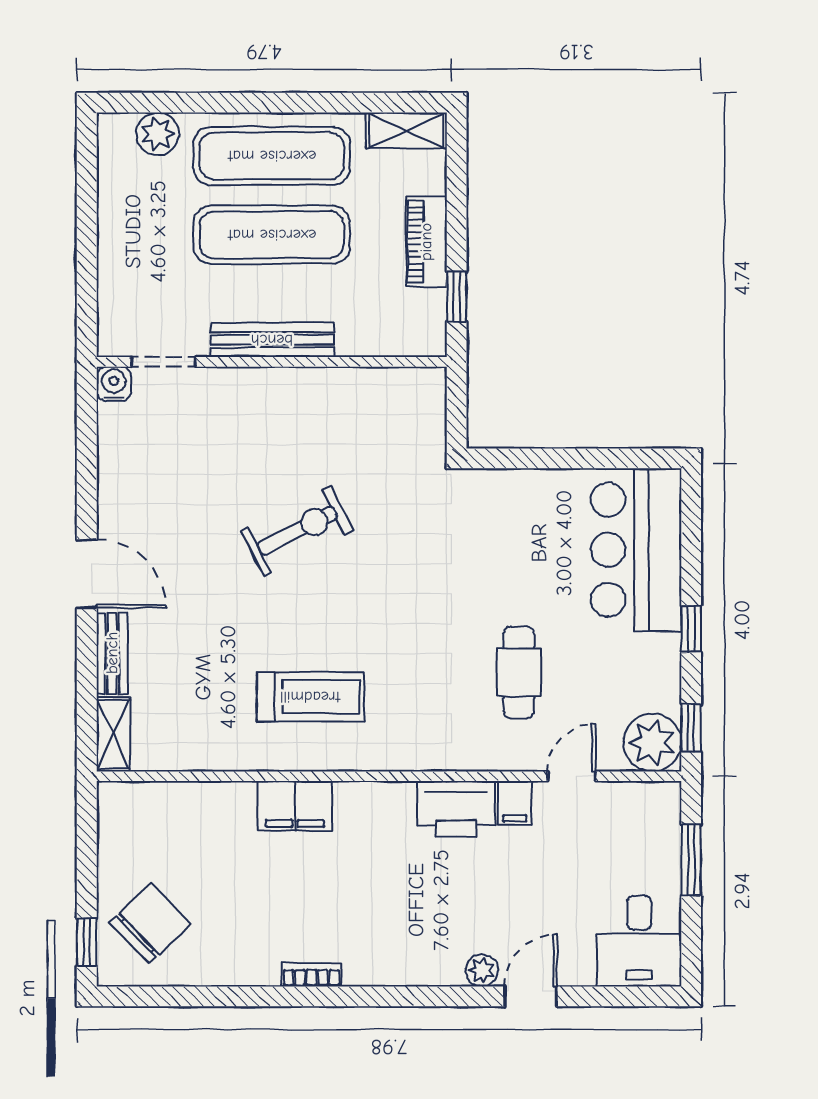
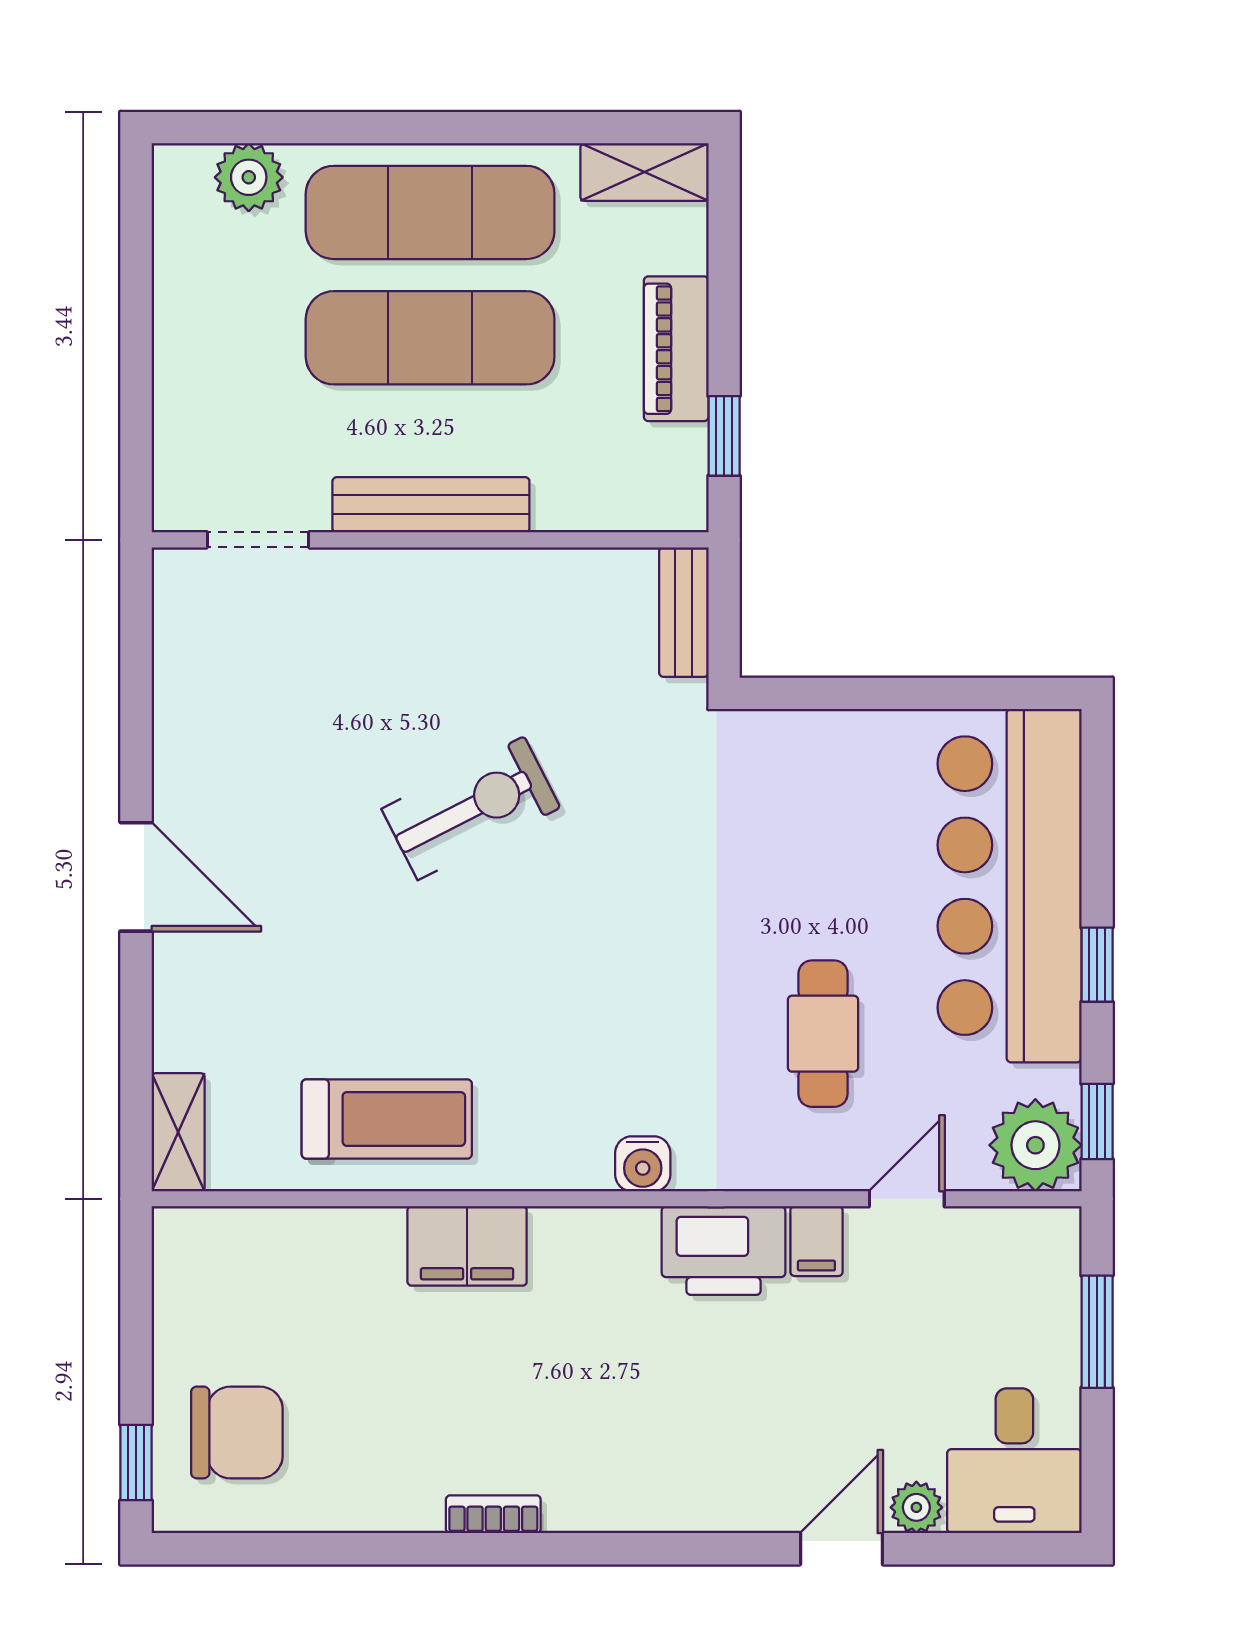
water cooler: (114, 384) -> (643, 1164), moved, turned 180
bar counter: (636, 550) -> (1010, 886), width x1.36
bench: (112, 653) -> (684, 612), moved
treadmill: (310, 697) -> (387, 1119), moved
chair: (150, 923) -> (237, 1432), turned 44
plant: (482, 970) -> (916, 1507), moved

